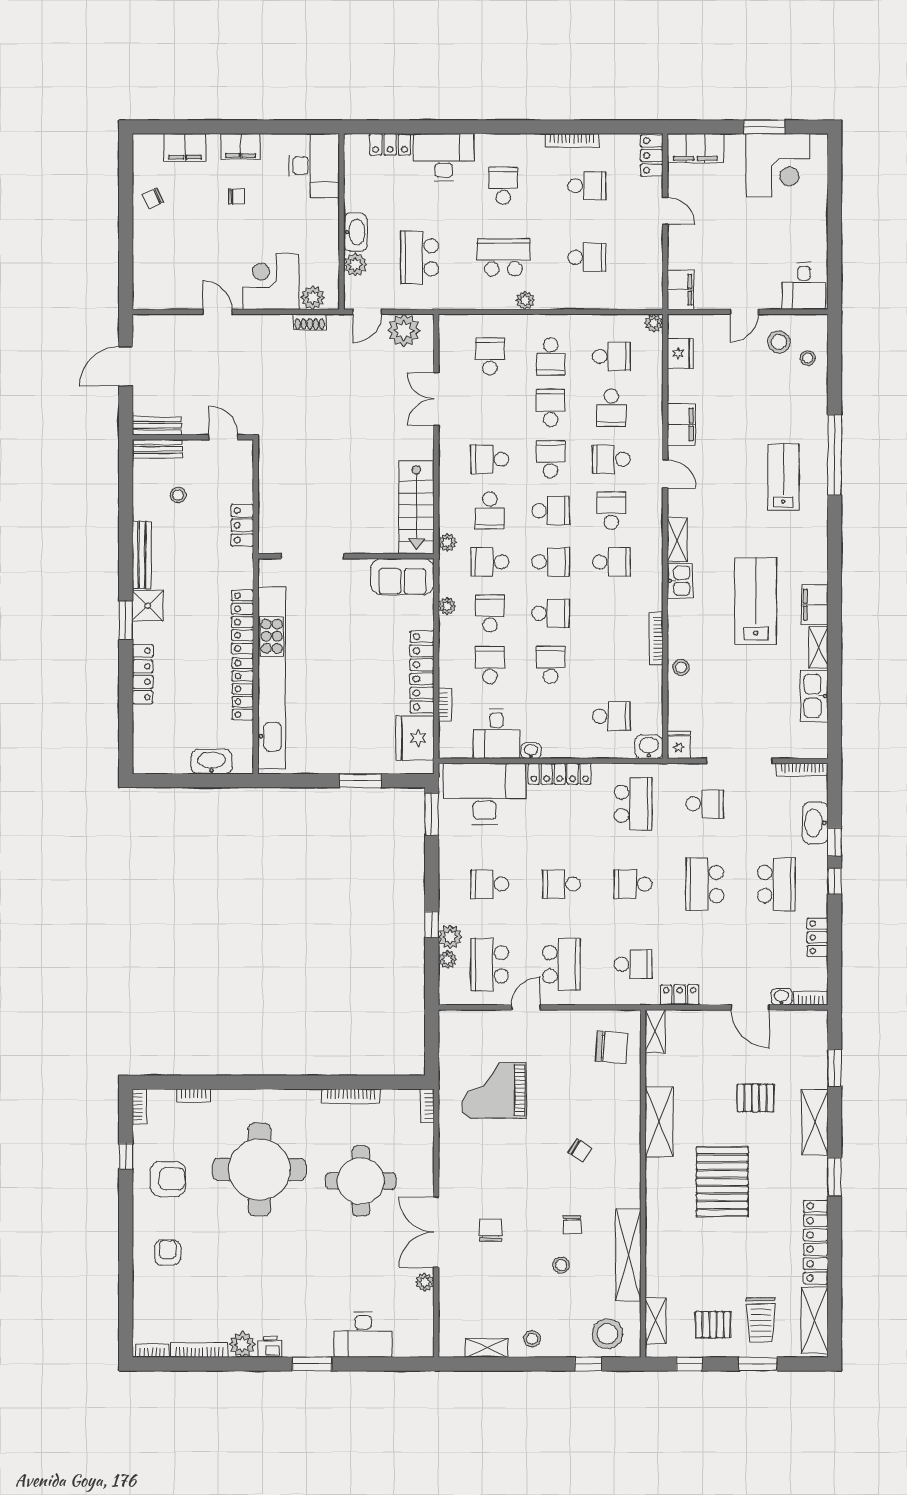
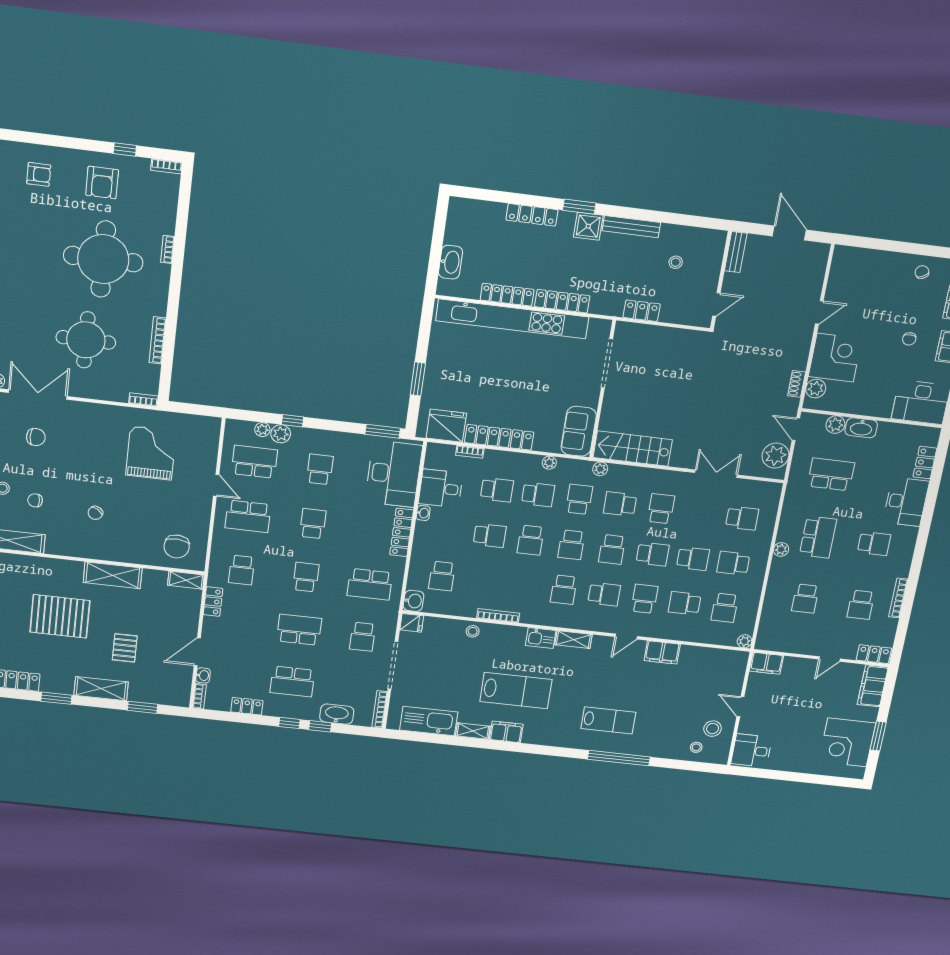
fridge: (680, 353) -> (717, 658), removed
bench: (158, 449) -> (717, 250), removed
kitchen sink: (814, 696) -> (429, 721), width x1.36, depth x1.24
bookcase: (193, 1095) -> (168, 249), moved

